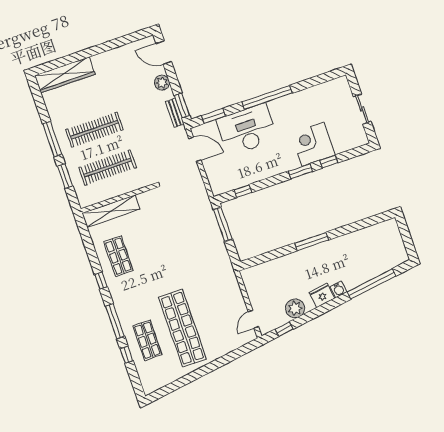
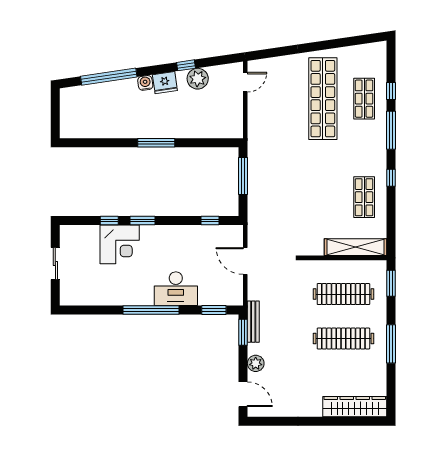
bench: (175, 113) -> (253, 322), width x1.36
desk: (247, 130) -> (176, 289), width x0.73, depth x0.77
door: (195, 149) -> (245, 261), moved
window: (65, 176) -> (391, 283), moved
window: (223, 224) -> (243, 176), moved
window: (284, 329) -> (186, 65), moved

